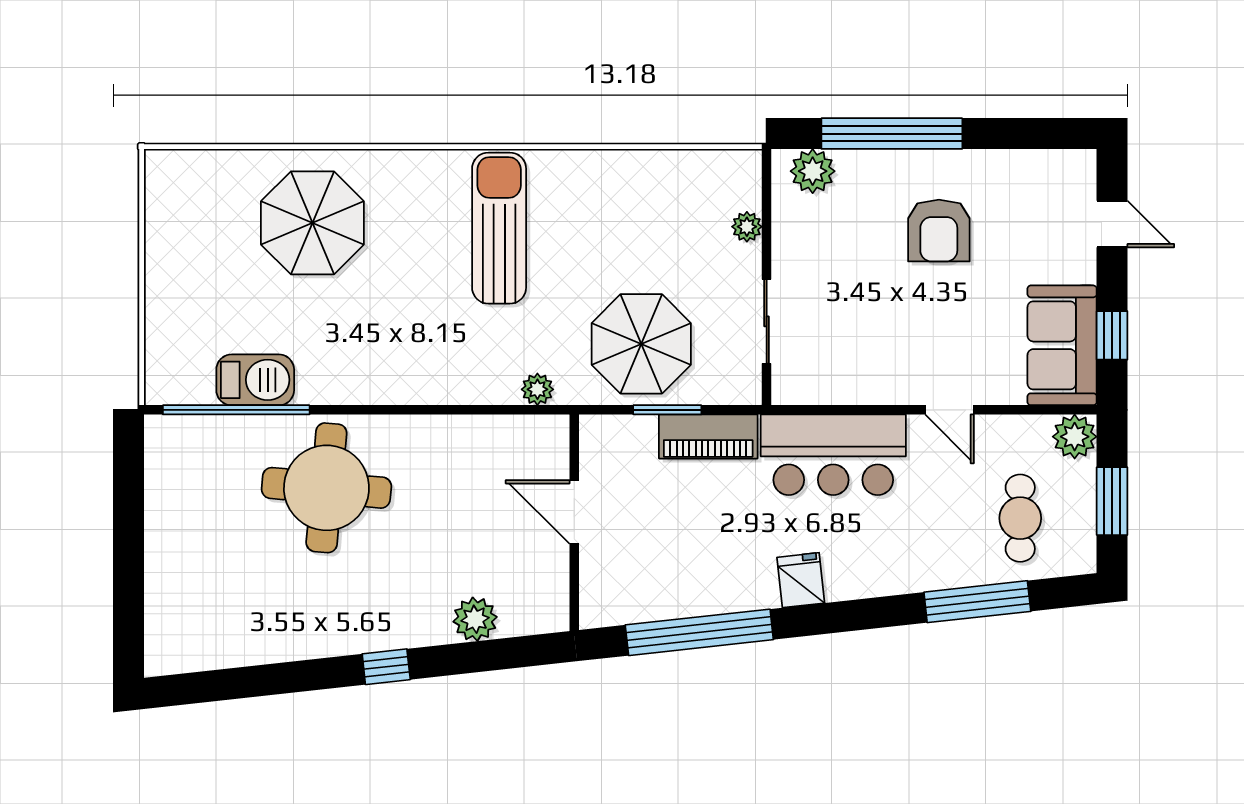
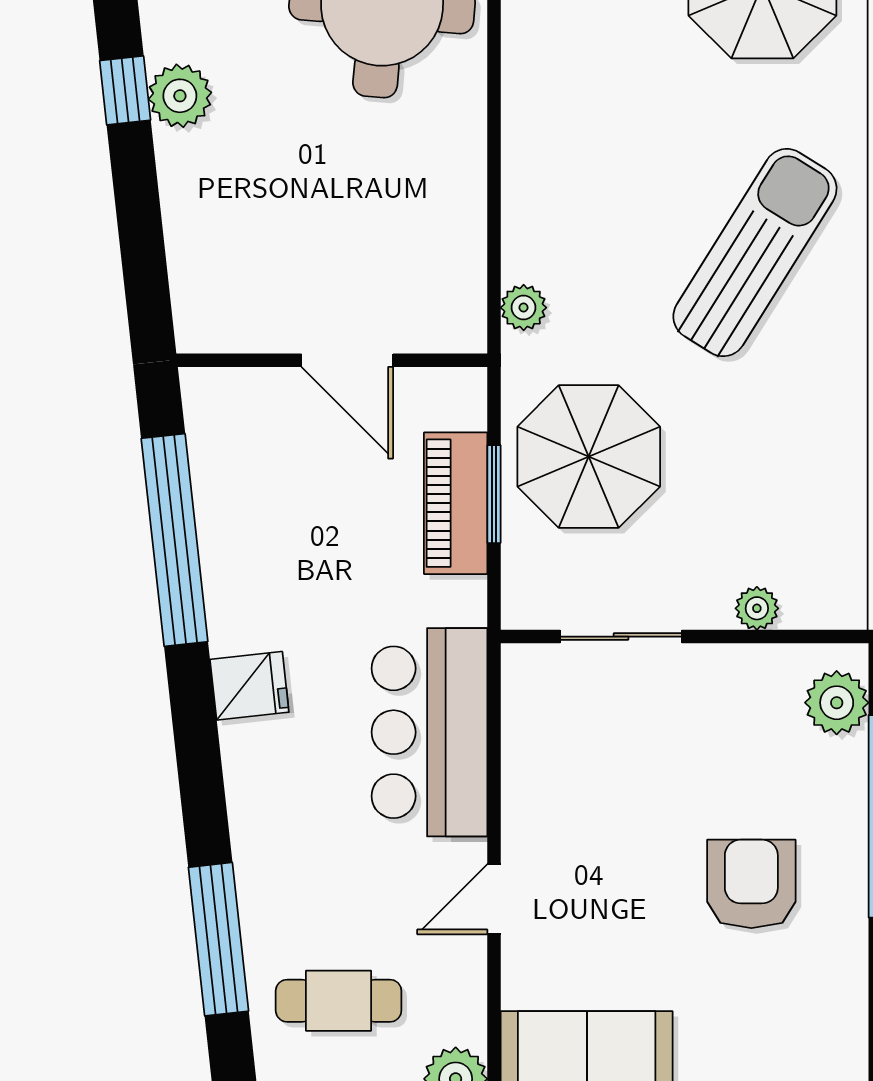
sun lounger: (499, 228) -> (755, 253), turned -58
armchair: (939, 231) -> (751, 884), turned 90
piano: (708, 437) -> (456, 503), moved
door: (574, 512) -> (347, 360), swing flipped
plant: (475, 619) -> (180, 96), moved

